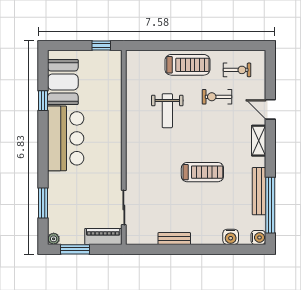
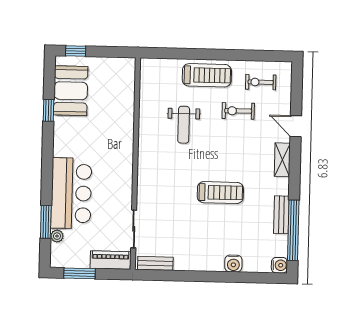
window: (101, 46) -> (76, 51), moved
exercise bike: (237, 70) -> (261, 82), turned 180
bar counter: (66, 138) -> (71, 193), moved
bench: (259, 191) -> (281, 215), width x0.73
water cooler: (231, 237) -> (233, 263), moved
plant: (54, 239) -> (57, 236), moved
bench: (174, 239) -> (155, 263), moved

